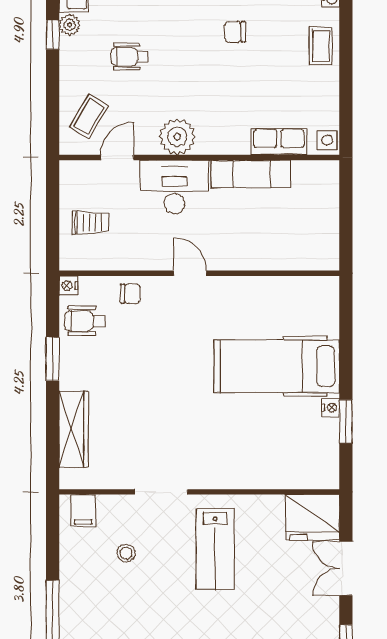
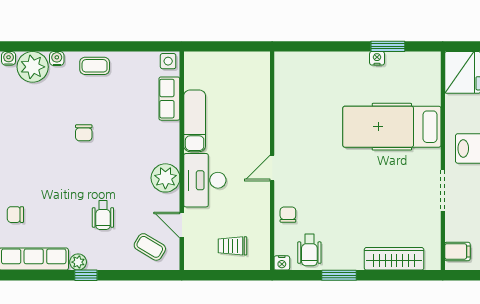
trolley: (90, 223) -> (233, 246), turned -90
hospital bed: (277, 366) -> (392, 127), moved, turned 90

